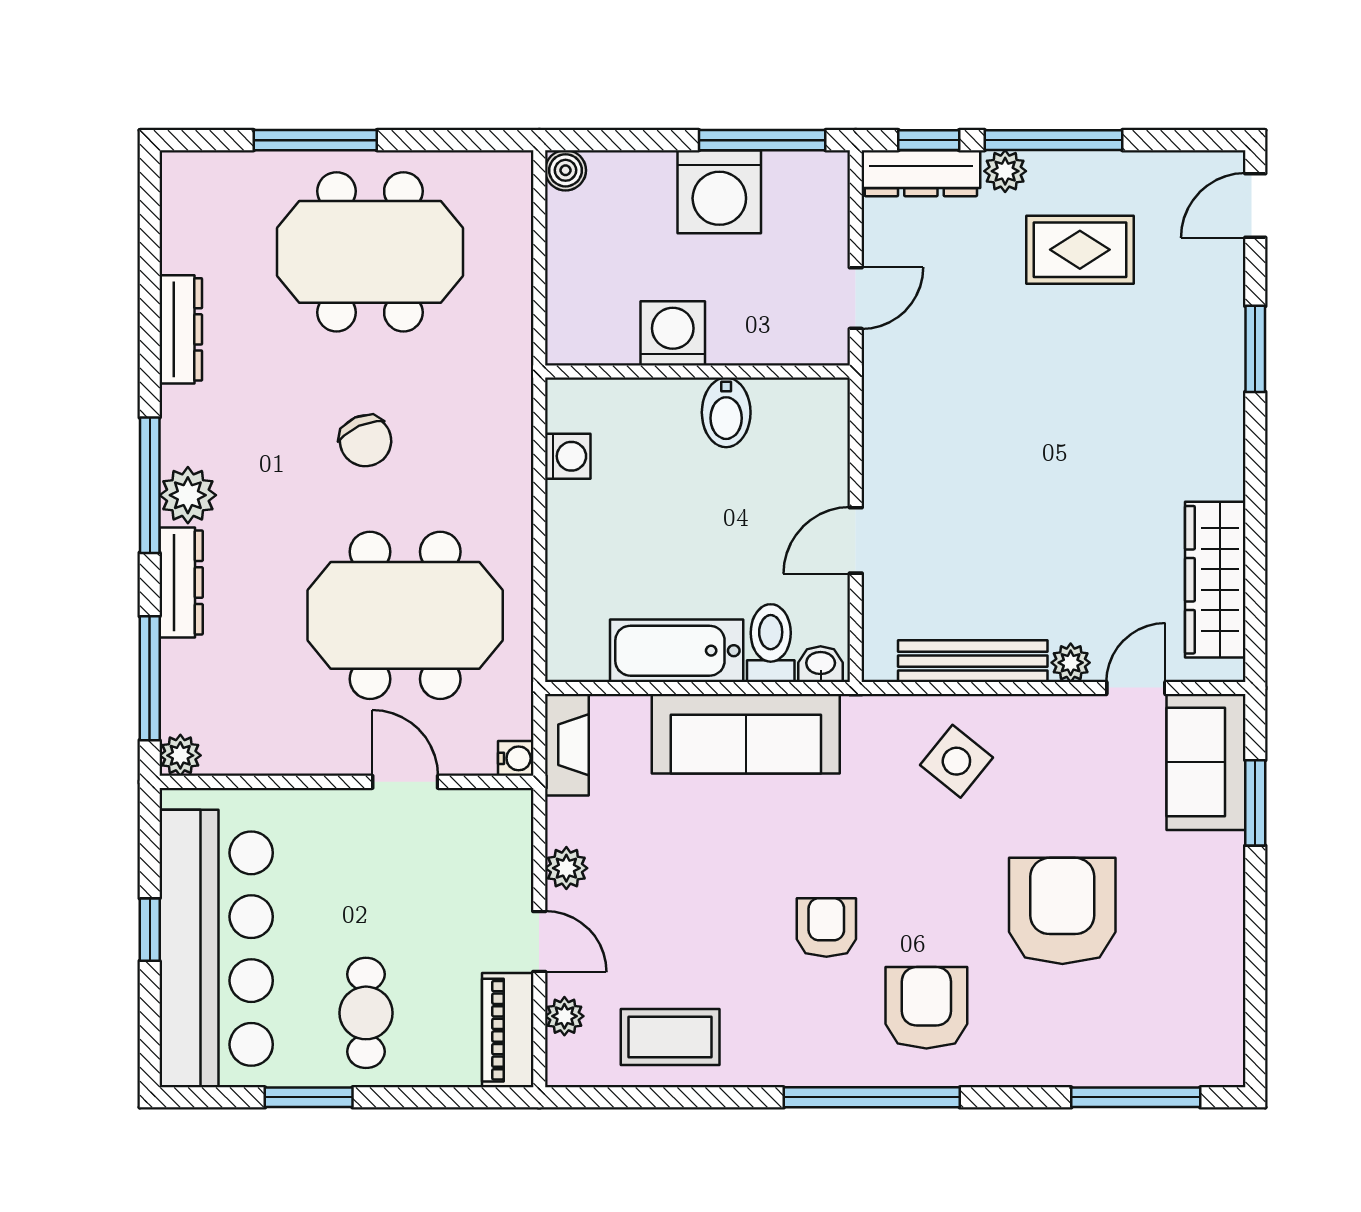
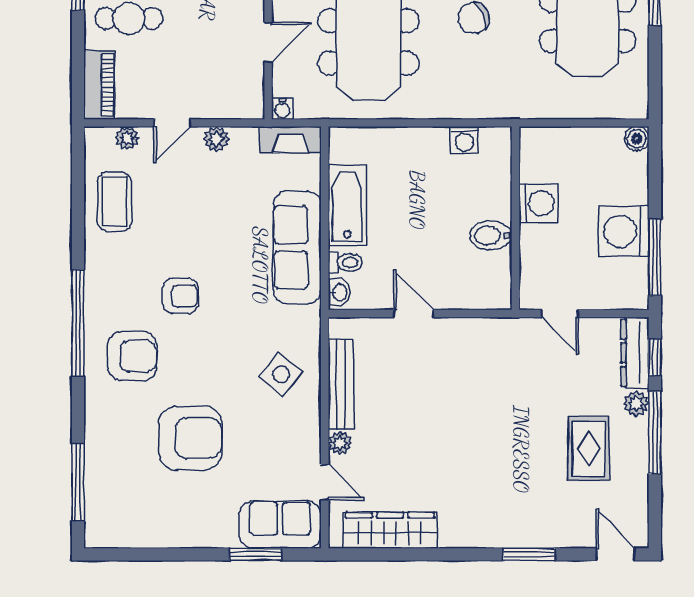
toilet: (771, 643) -> (345, 262), width x0.73, depth x0.72
piano: (508, 1030) -> (99, 85), moved, turned 90

